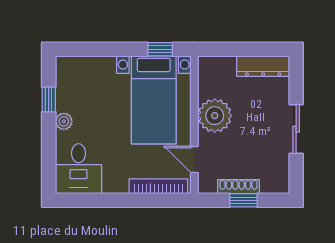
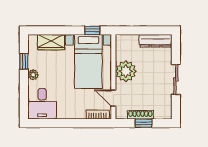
wardrobe: (93, 68) -> (51, 42), added
bookcase: (158, 186) -> (98, 115), width x0.64

